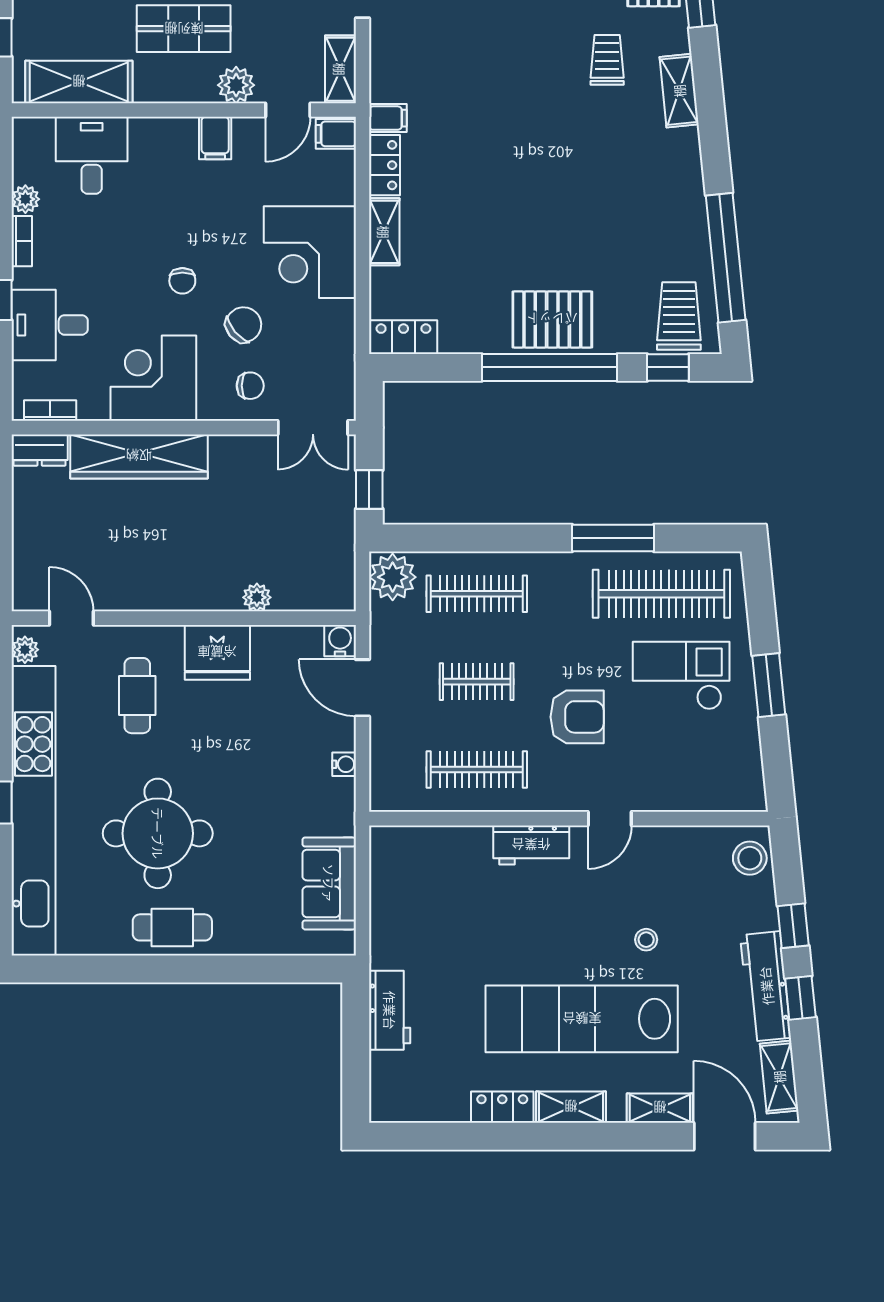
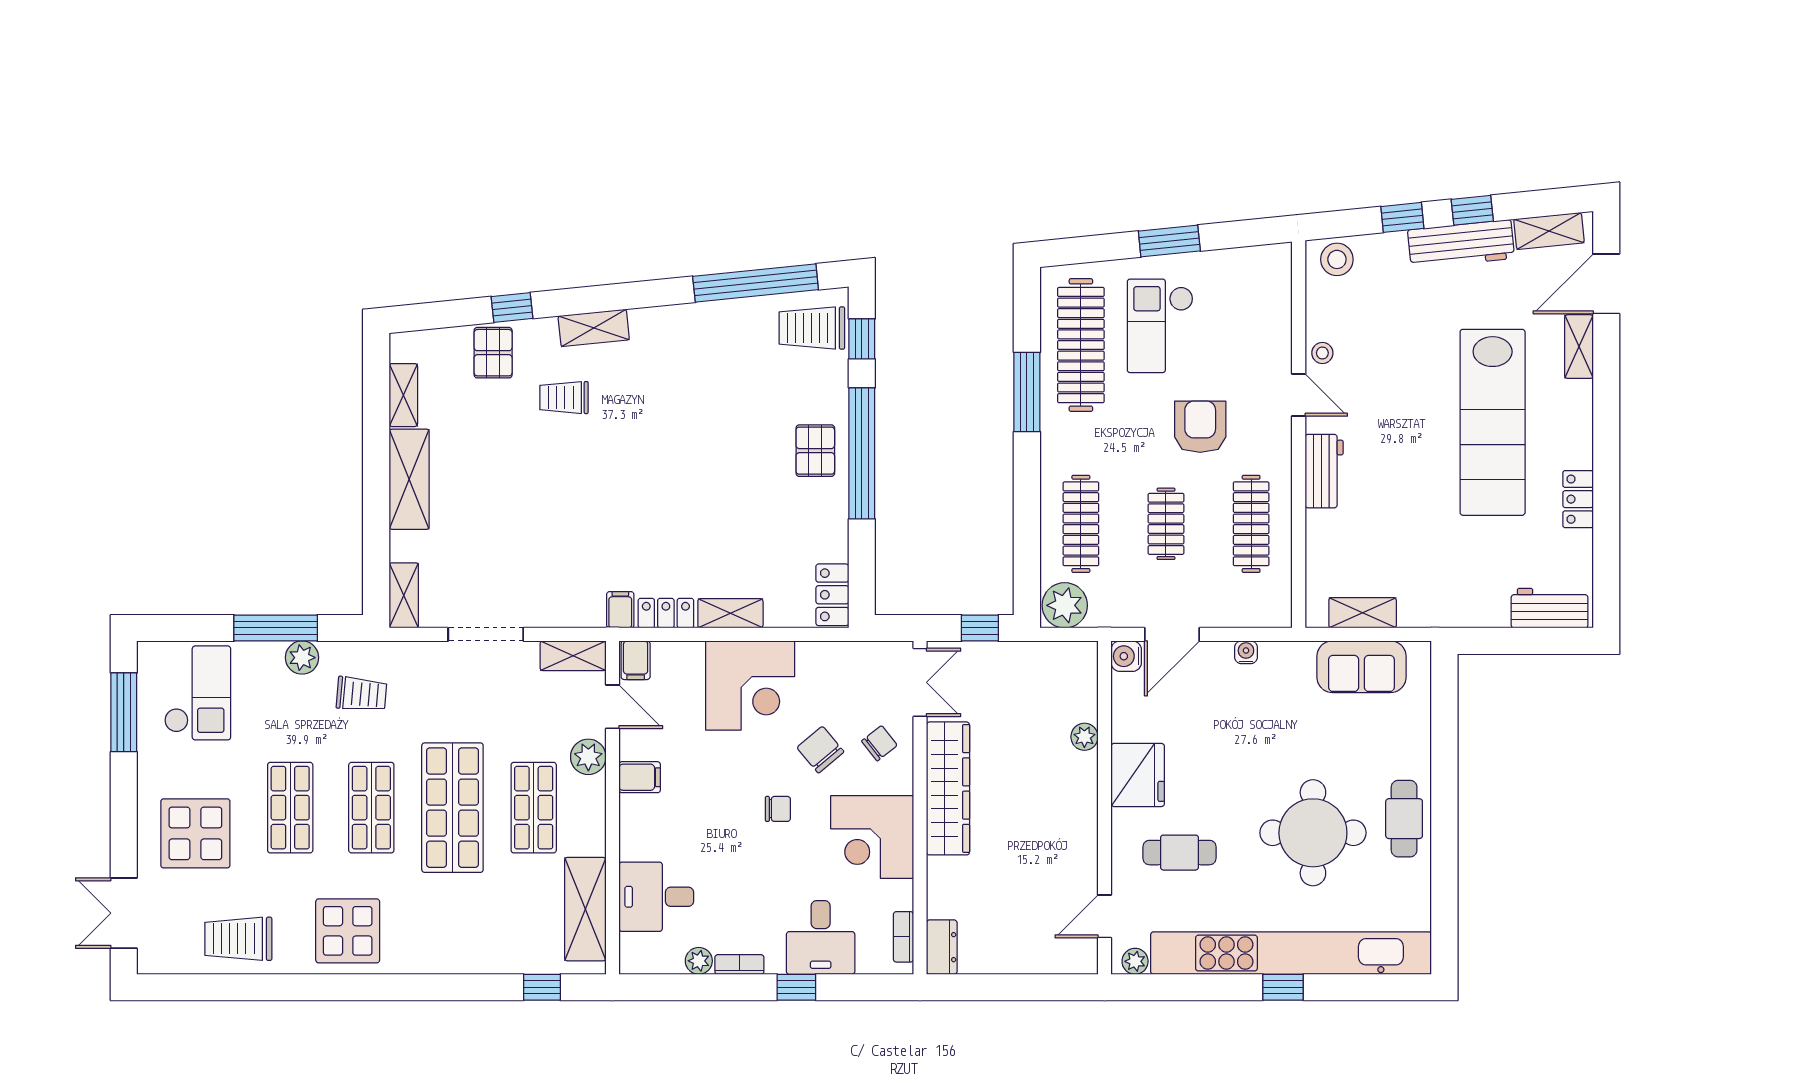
pallet: (552, 319) -> (815, 451), width x0.67, depth x0.71
chair: (250, 386) -> (879, 743), turned 52
wardrobe: (139, 456) -> (948, 788), moved
stool: (646, 940) -> (1322, 353), moved
workbench: (390, 1010) -> (1550, 608), moved
shelving: (571, 1107) -> (1363, 613), moved, turned 90

